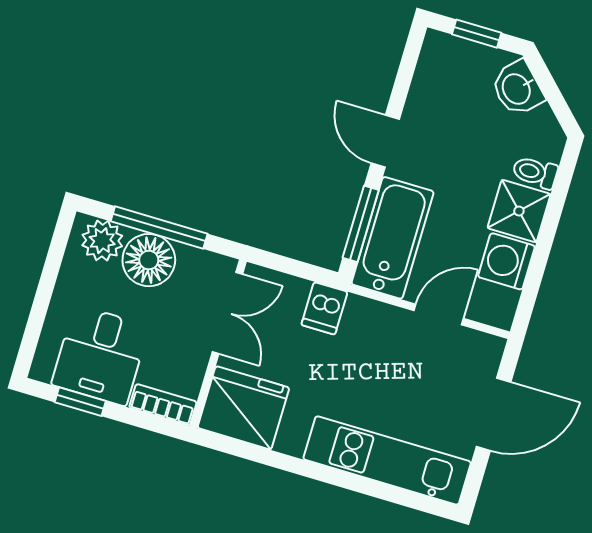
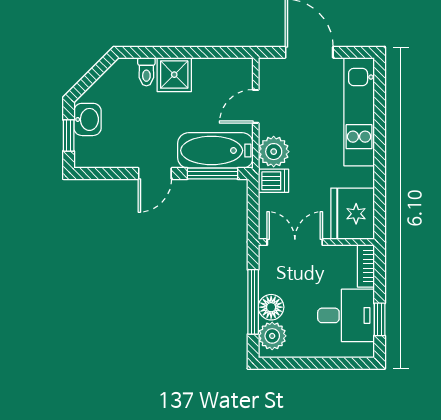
washbasin: (517, 88) -> (88, 119), moved, turned -45
floor lamp: (149, 260) -> (271, 307), width x0.73, depth x0.73
washing machine: (506, 261) -> (209, 73), removed
door: (439, 314) -> (256, 106), hinge flipped
plant: (366, 321) -> (274, 152), added

